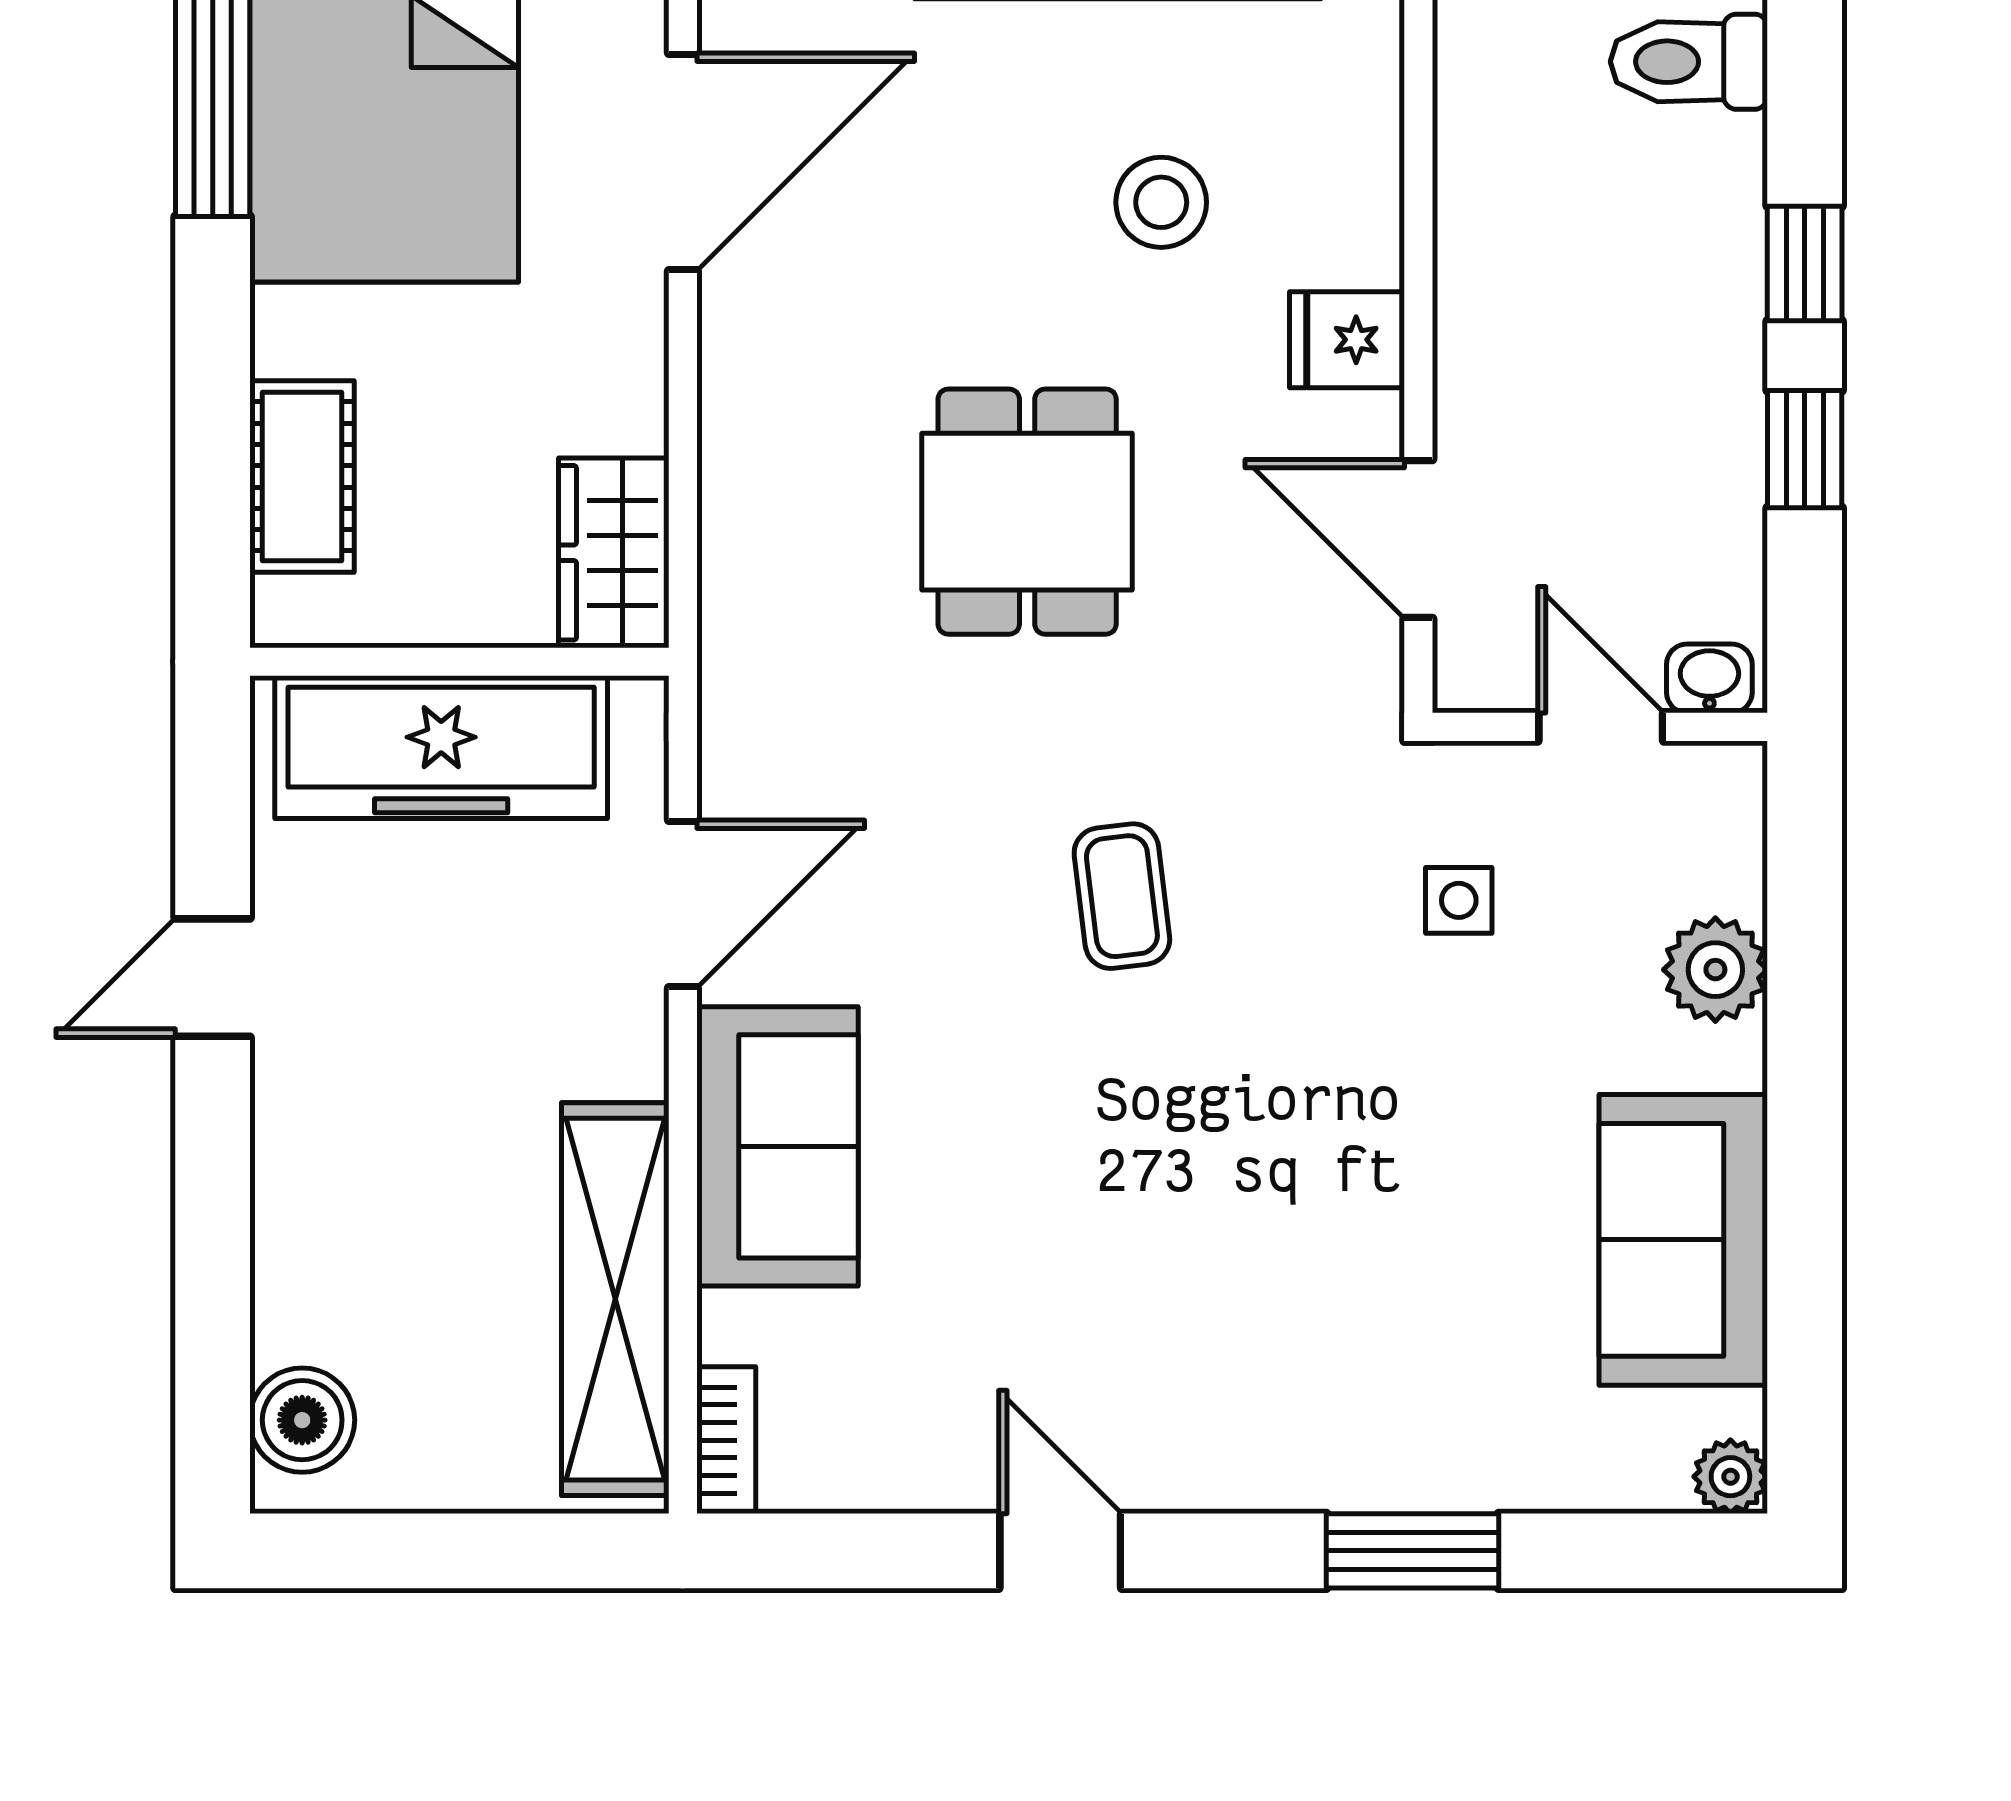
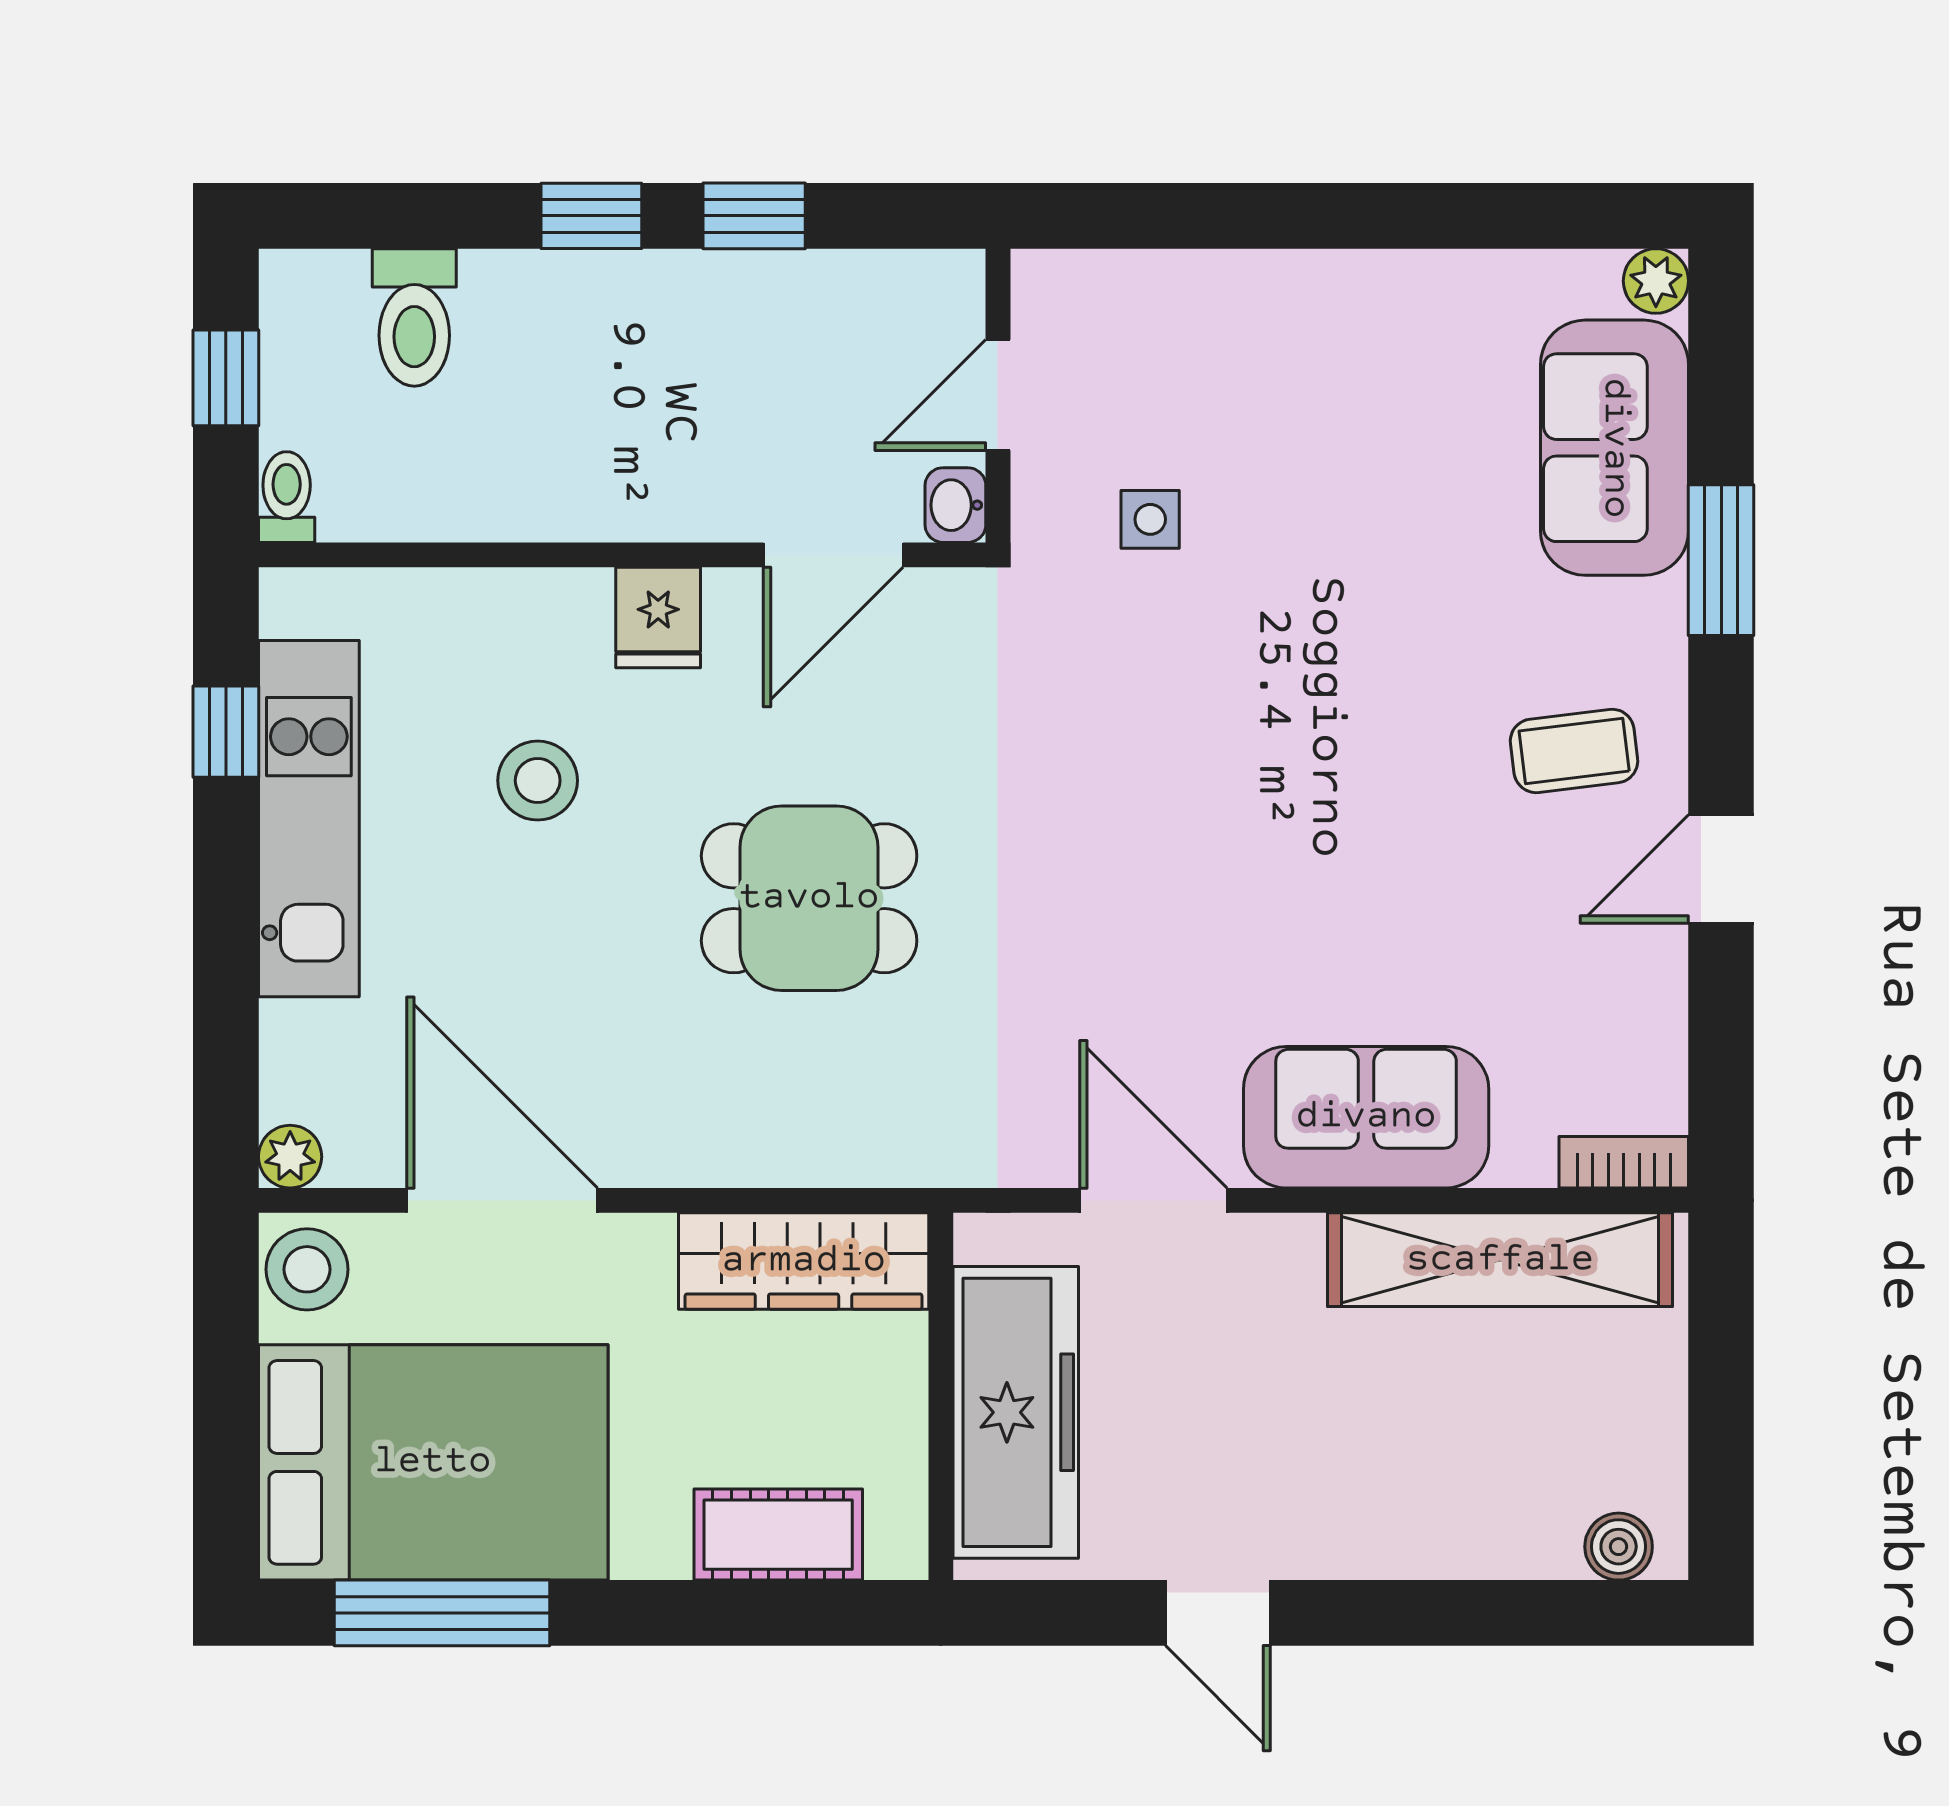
wardrobe: (614, 553) -> (804, 1261), width x1.50
washbasin: (1709, 678) -> (955, 505), moved
coffee table: (1122, 896) -> (1574, 751), moved
plant: (1715, 970) -> (1211, 294), removed
sofa: (1683, 1240) -> (1615, 448), moved, turned 90
boiler: (302, 1420) -> (1619, 1547), width x0.73, depth x0.73

